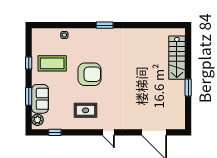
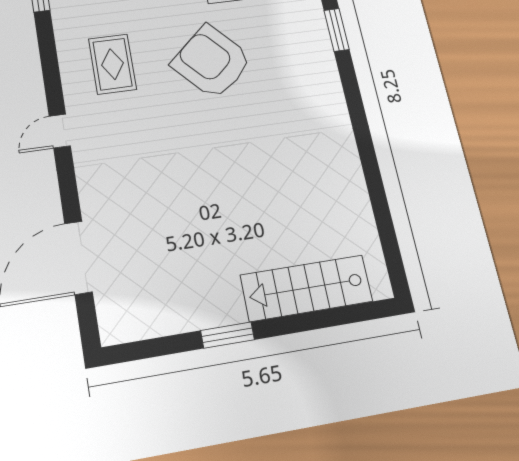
window: (105, 25) -> (337, 30), moved
armchair: (90, 74) -> (212, 62), turned 138

